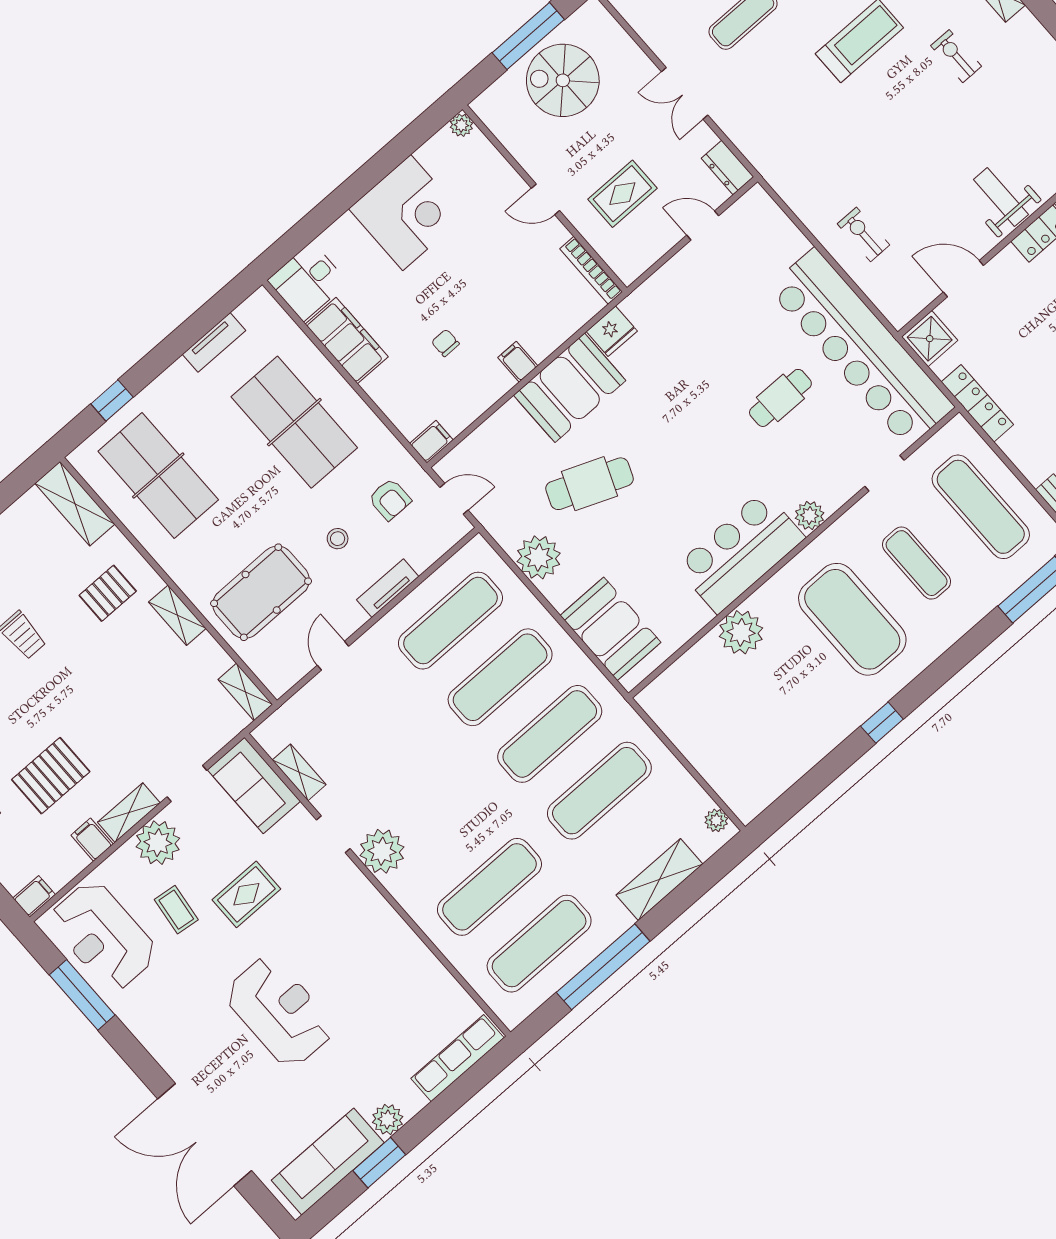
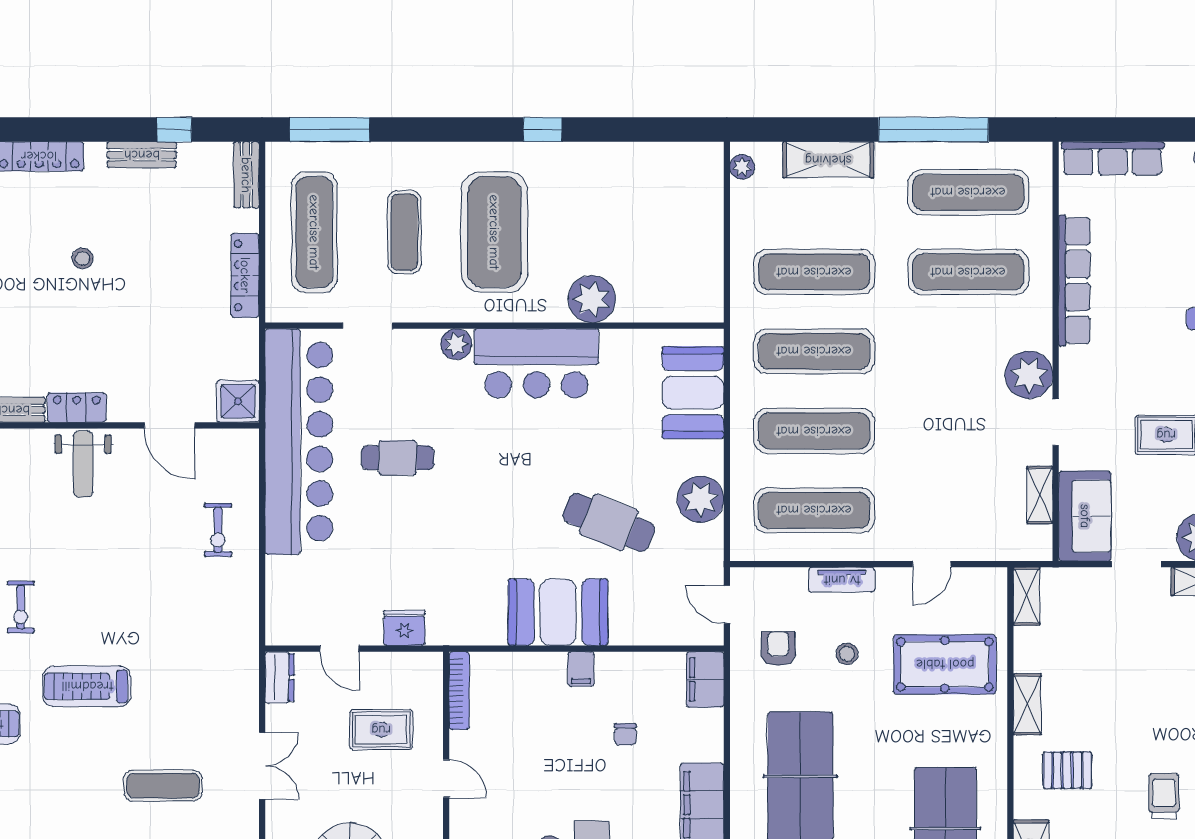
fridge: (612, 331) -> (404, 628), moved
locker: (977, 403) -> (245, 275), moved
filing cabinet: (431, 442) -> (705, 679), width x2.00
row of seats: (408, 947) -> (1074, 281), added

